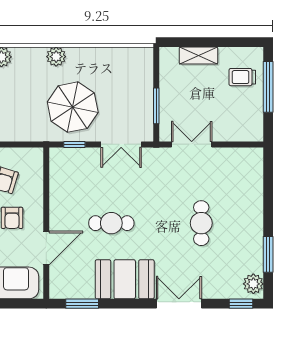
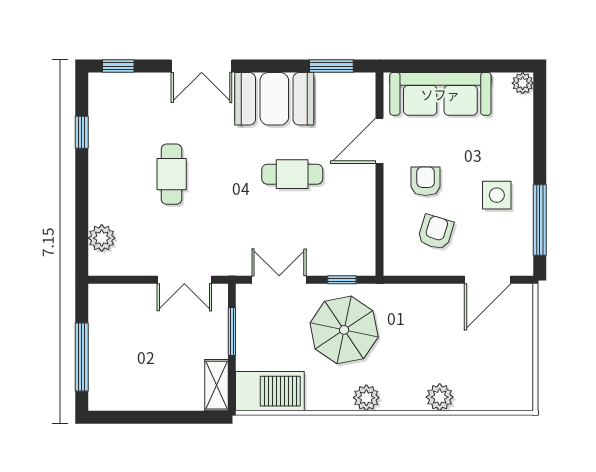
shelving: (198, 55) -> (216, 385), moved, turned 90
barbecue: (128, 62) -> (270, 391), added
trolley: (242, 77) -> (116, 370), removed
window: (268, 254) -> (82, 132), width x0.67
plant: (253, 284) -> (102, 238), moved

